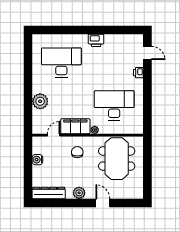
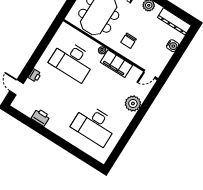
printer: (96, 40) -> (41, 117), moved
door: (54, 135) -> (149, 74), moved
water cooler: (37, 160) -> (173, 46), moved

